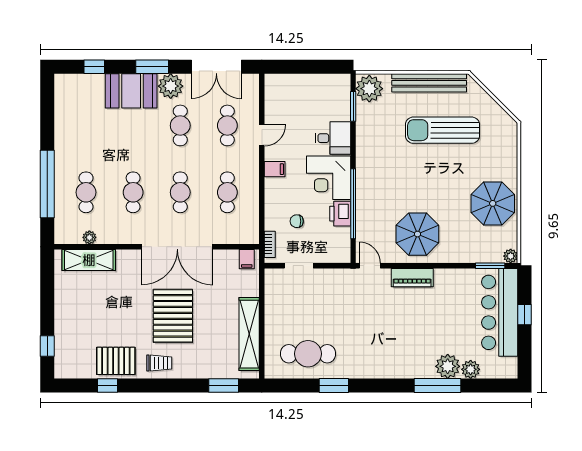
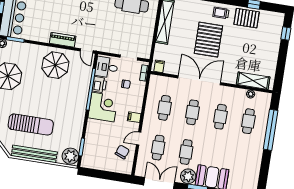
chair: (285, 109) -> (122, 152), added
desk: (333, 138) -> (107, 67), moved

